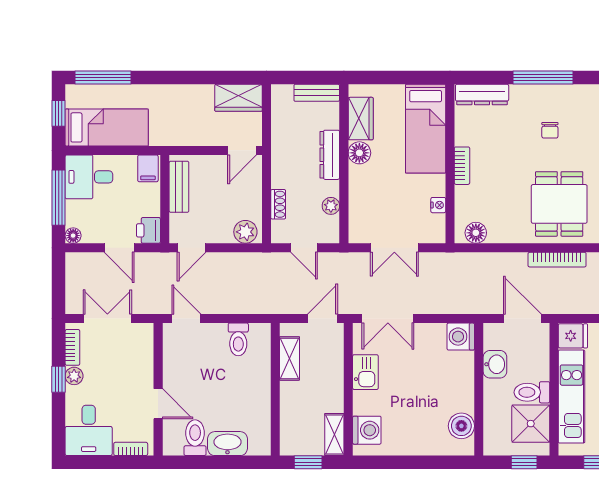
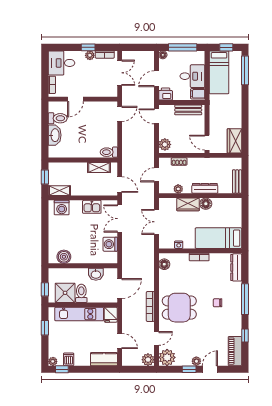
wardrobe: (361, 119) -> (188, 204), moved
desk: (89, 177) -> (192, 76), moved, turned 90
washing machine: (461, 337) -> (110, 244), moved, turned -90
toilet: (238, 339) -> (109, 152), moved

